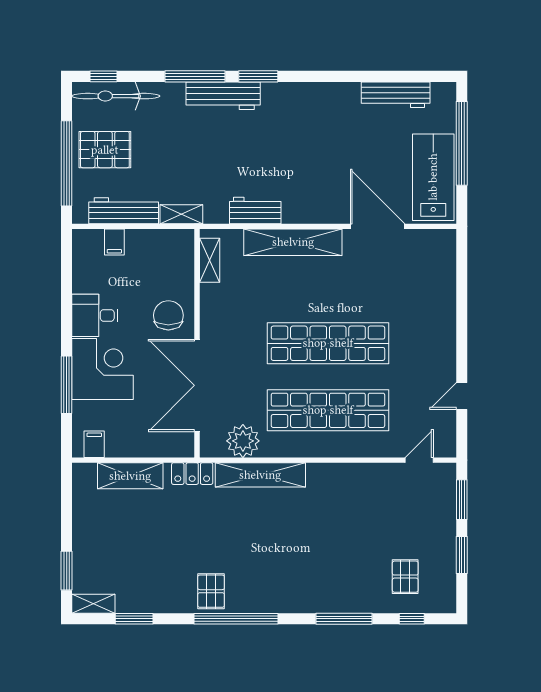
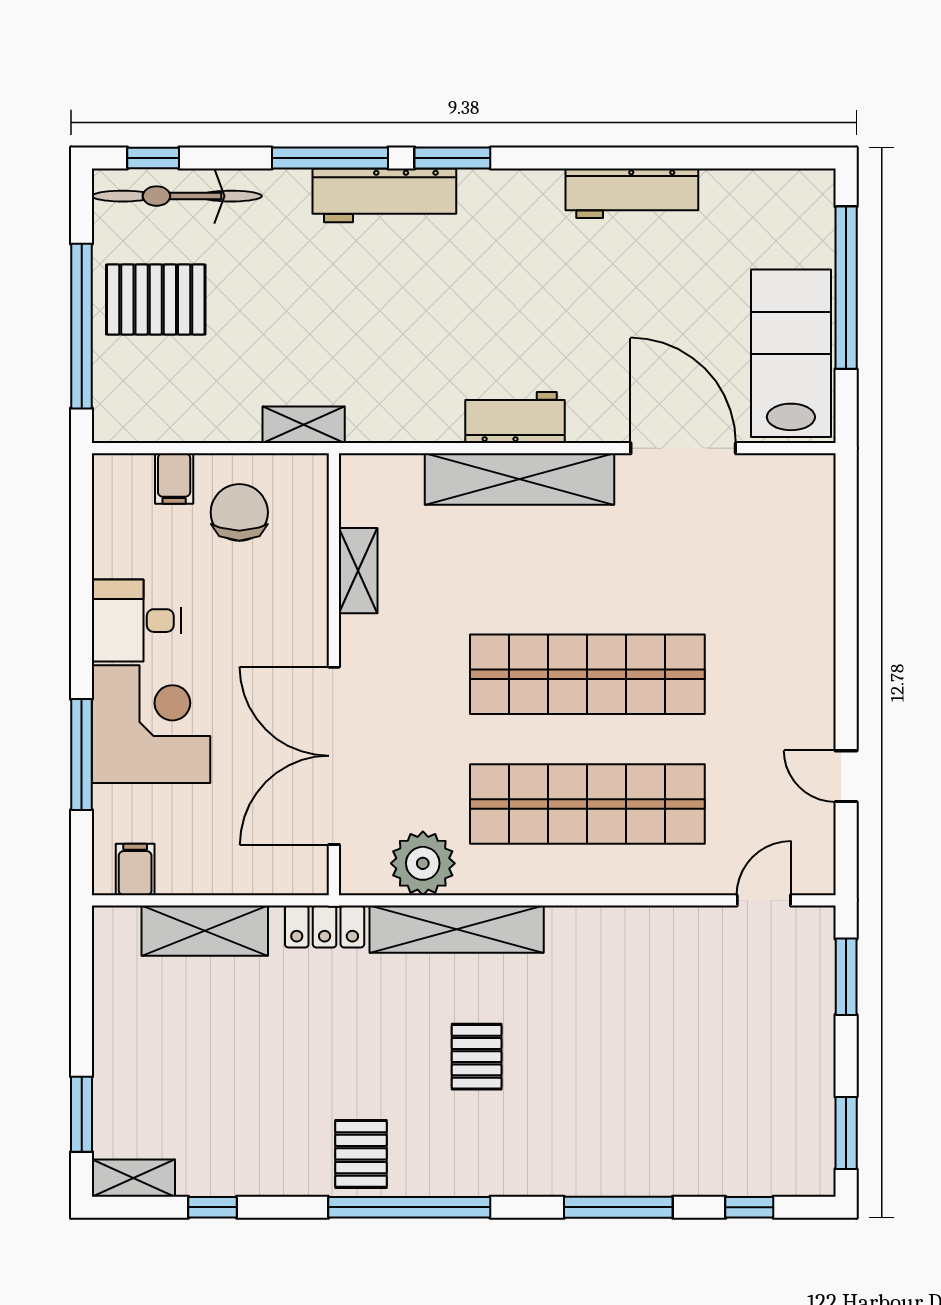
workbench: (396, 95) -> (632, 193), moved
workbench: (124, 211) -> (192, 418), removed
workbench: (255, 211) -> (515, 417), moved
shelving: (210, 260) -> (358, 571), moved
chair: (168, 315) -> (239, 512), moved
door: (462, 396) -> (846, 776), hinge flipped
window: (462, 555) -> (846, 1133), moved
pallet: (405, 577) -> (477, 1057), moved
window: (134, 619) -> (212, 1207), width x0.67

